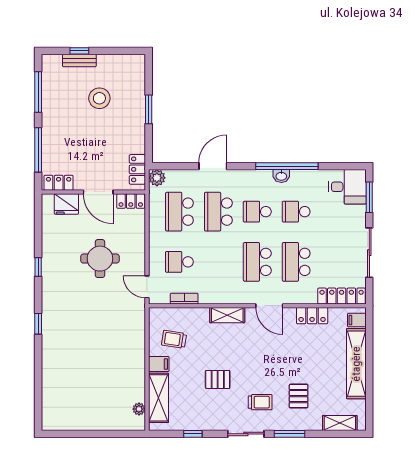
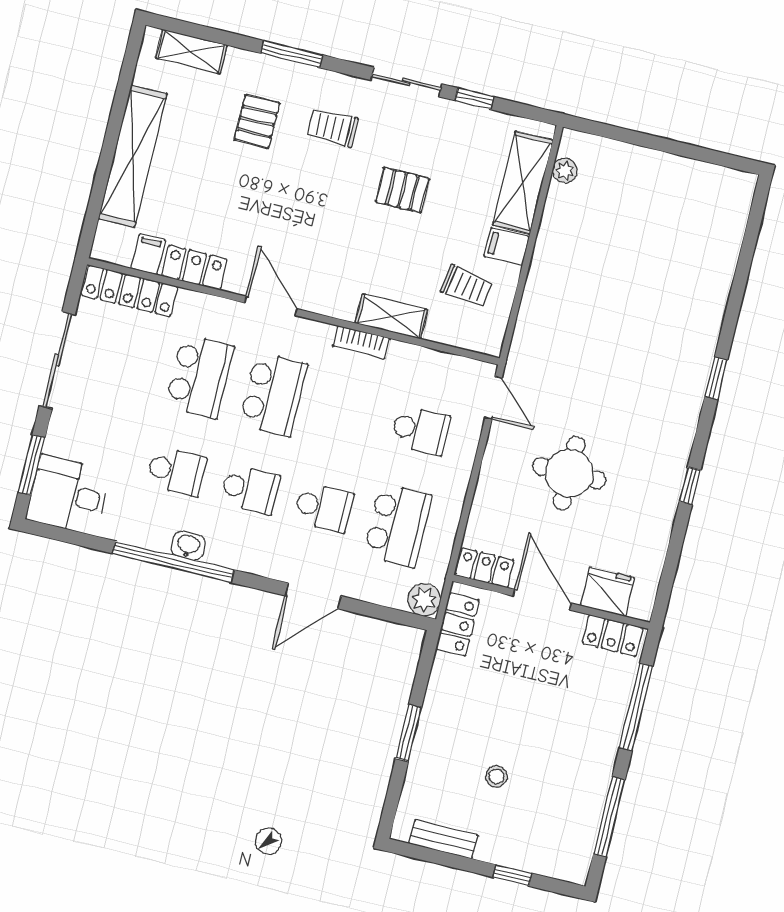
bench: (79, 61) -> (443, 839), moved
stool: (99, 98) -> (496, 777), width x0.53, depth x0.53
school desk: (218, 212) -> (324, 507), width x0.54
bookcase: (184, 299) -> (361, 342), moved
shelving: (227, 315) -> (391, 316), moved
filing cabinet: (357, 320) -> (148, 254), moved, turned -90
sliding door: (246, 434) -> (407, 82), moved

